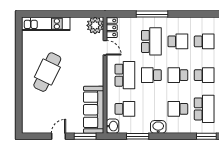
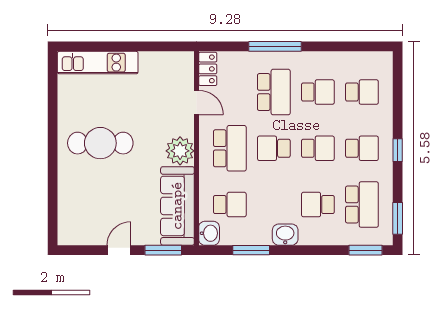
plant: (95, 25) -> (180, 151), moved
cafe table: (47, 72) -> (100, 143), turned 64
school desk: (178, 75) -> (318, 148), turned 180

